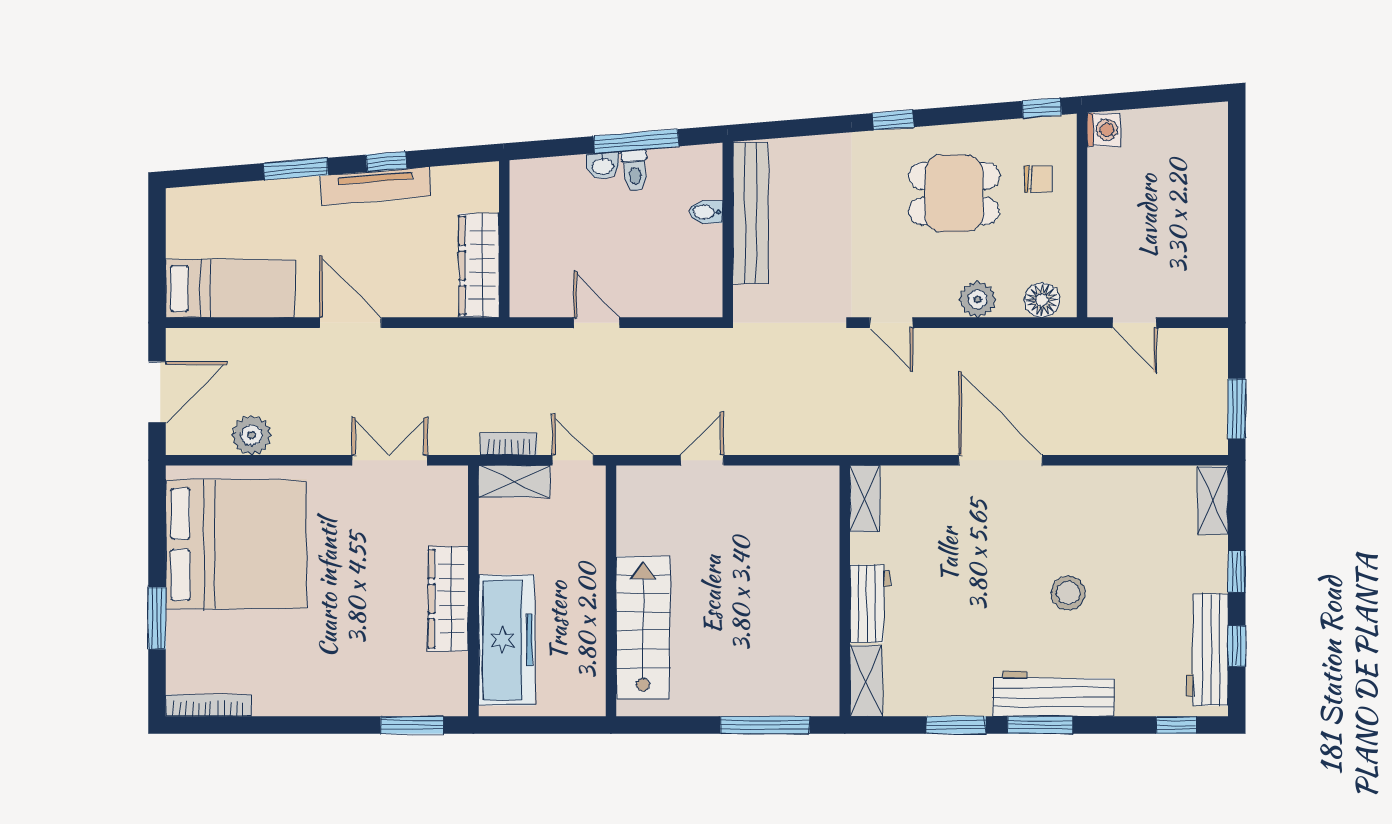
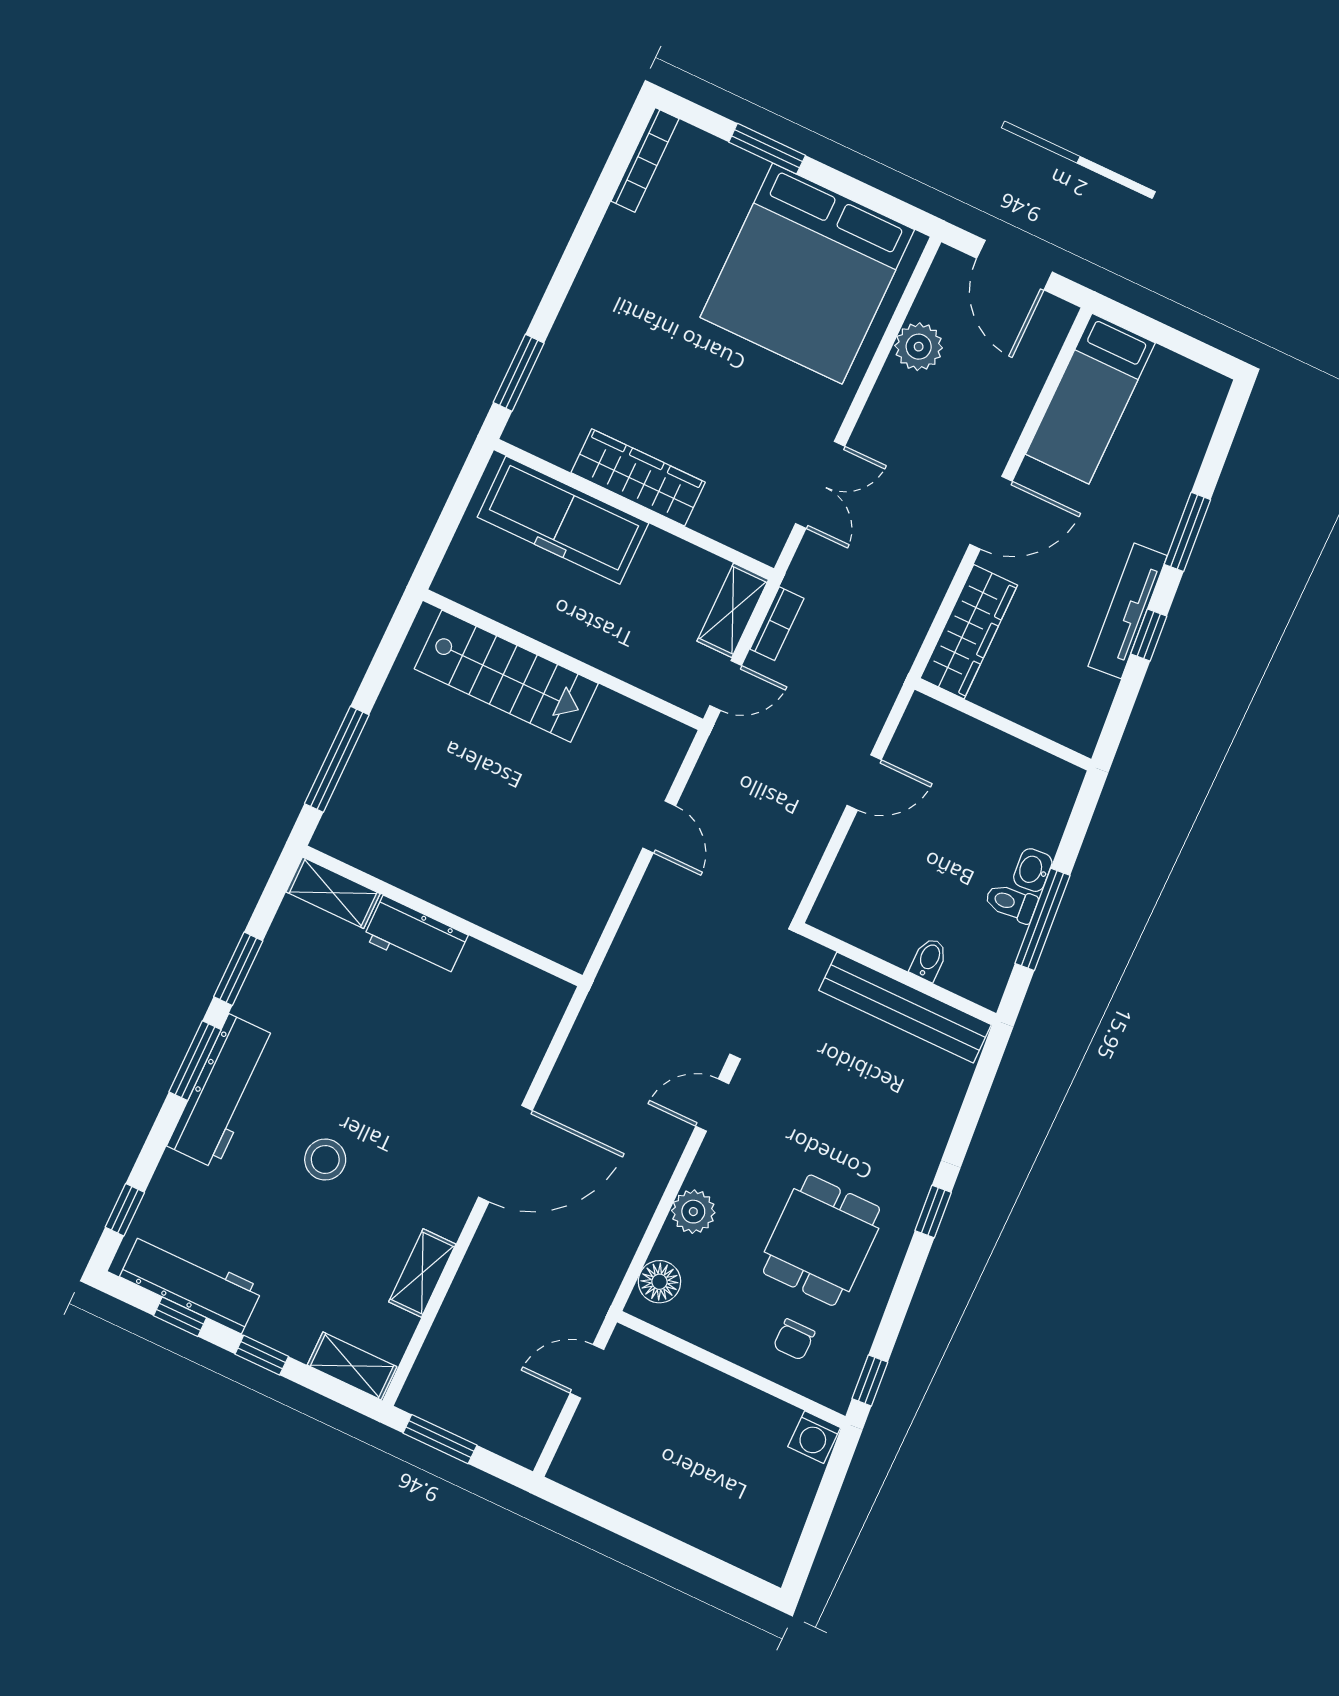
wardrobe: (479, 265) -> (969, 632), moved, turned 90
shelving: (865, 499) -> (422, 1273), moved, turned 90

